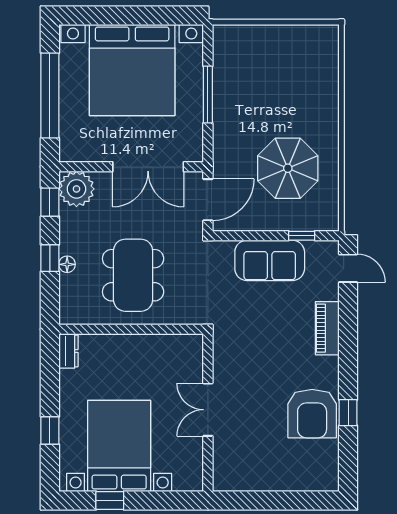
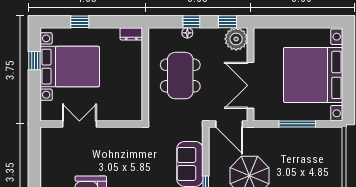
window: (50, 95) -> (297, 22), removed
dining table: (133, 275) -> (180, 76), turned 90
double door: (208, 410) -> (79, 124), moved

